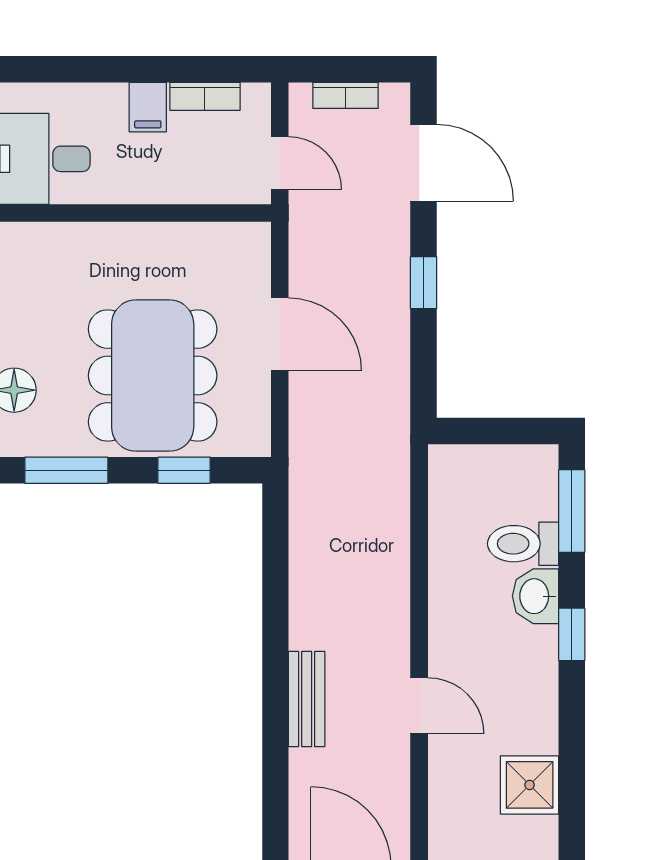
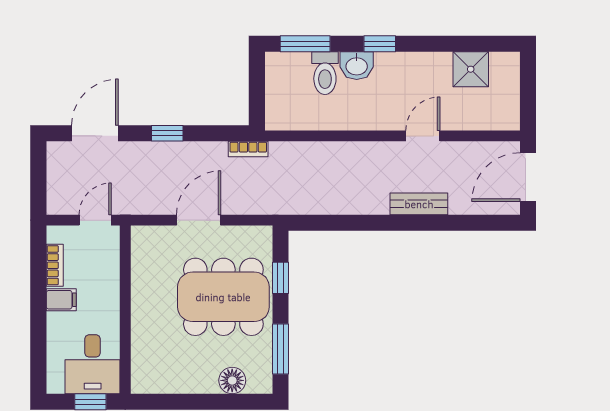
bookcase: (345, 95) -> (248, 149), moved, turned 90

